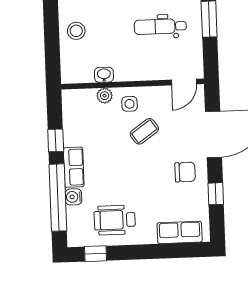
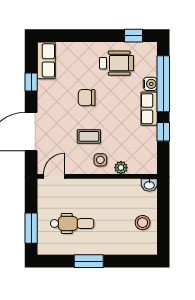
washbasin: (104, 75) -> (149, 185), moved
coffee table: (144, 131) -> (89, 136), turned 35
chair: (185, 172) -> (87, 98), moved
row of seats: (180, 232) -> (46, 60), moved, turned -90

